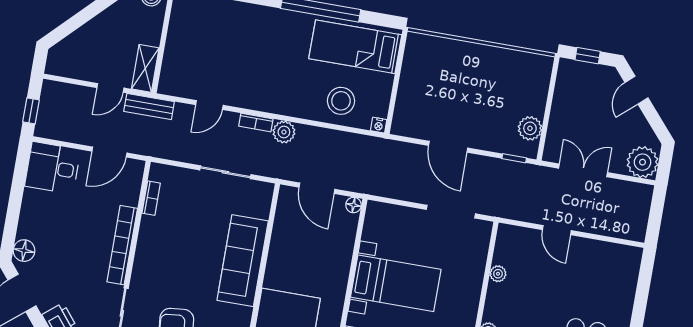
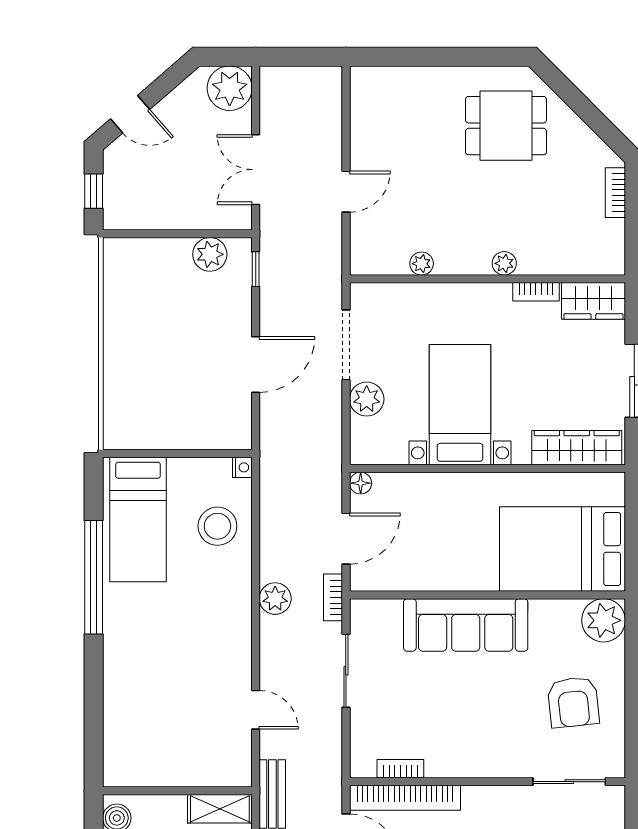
bookcase: (256, 122) -> (333, 597), moved, turned 180
plant: (411, 219) -> (367, 399), added
bookcase: (122, 245) -> (405, 798), moved

